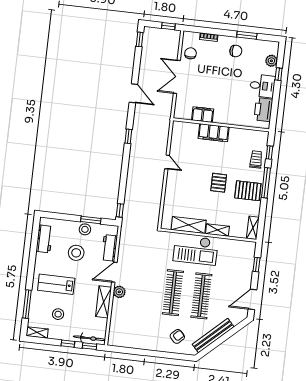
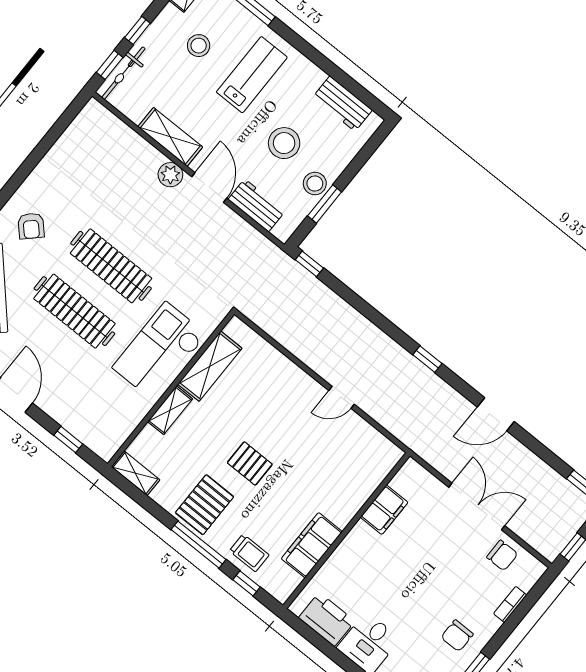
filing cabinet: (214, 133) -> (312, 545), moved

